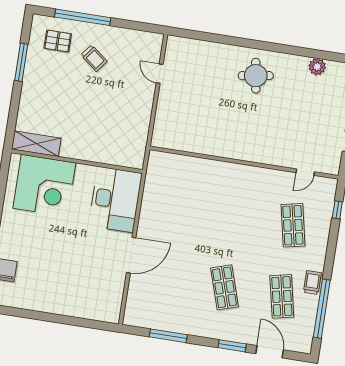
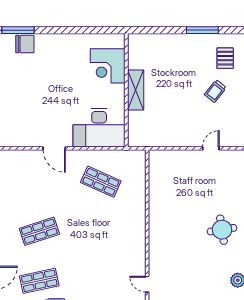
shelving: (36, 144) -> (136, 90), moved
corner desk: (44, 185) -> (108, 66), width x0.74, depth x0.74
shop shelf: (293, 225) -> (101, 182), moved, turned 36
door: (131, 255) -> (54, 148), width x0.73

